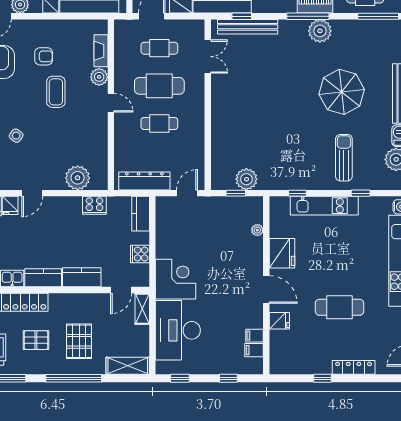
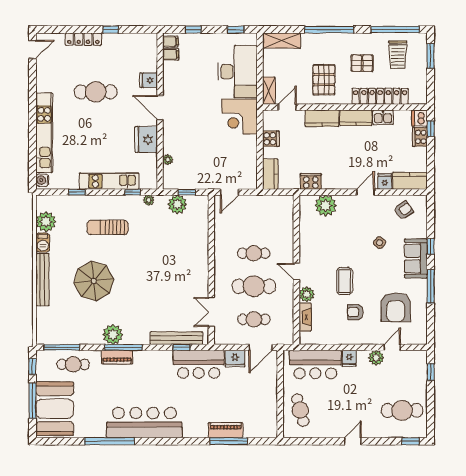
sun lounger: (344, 158) -> (108, 227), moved, turned 90
dresser: (144, 181) -> (267, 203), removed
plant: (279, 184) -> (149, 200), added
filing cabinet: (254, 336) -> (170, 42), moved
pallet: (79, 341) -> (324, 80), moved

